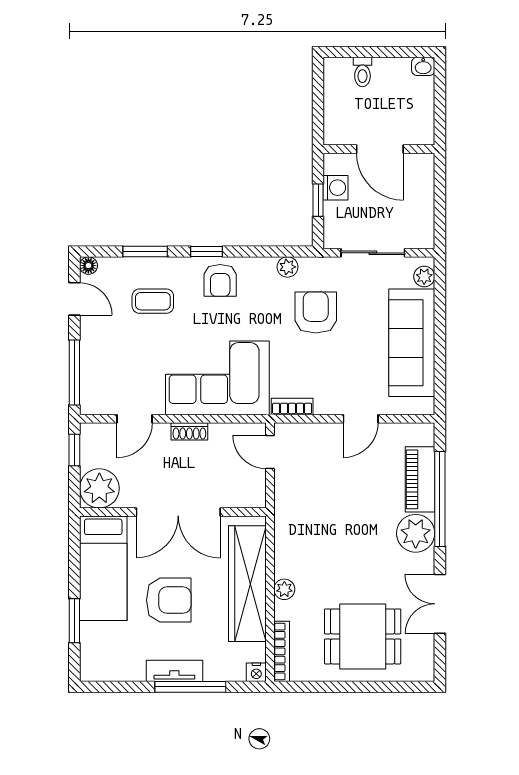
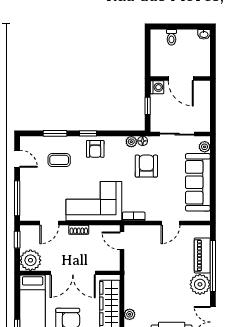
washing machine: (336, 188) -> (157, 87), moved
floor lamp: (88, 266) -> (143, 141), moved

